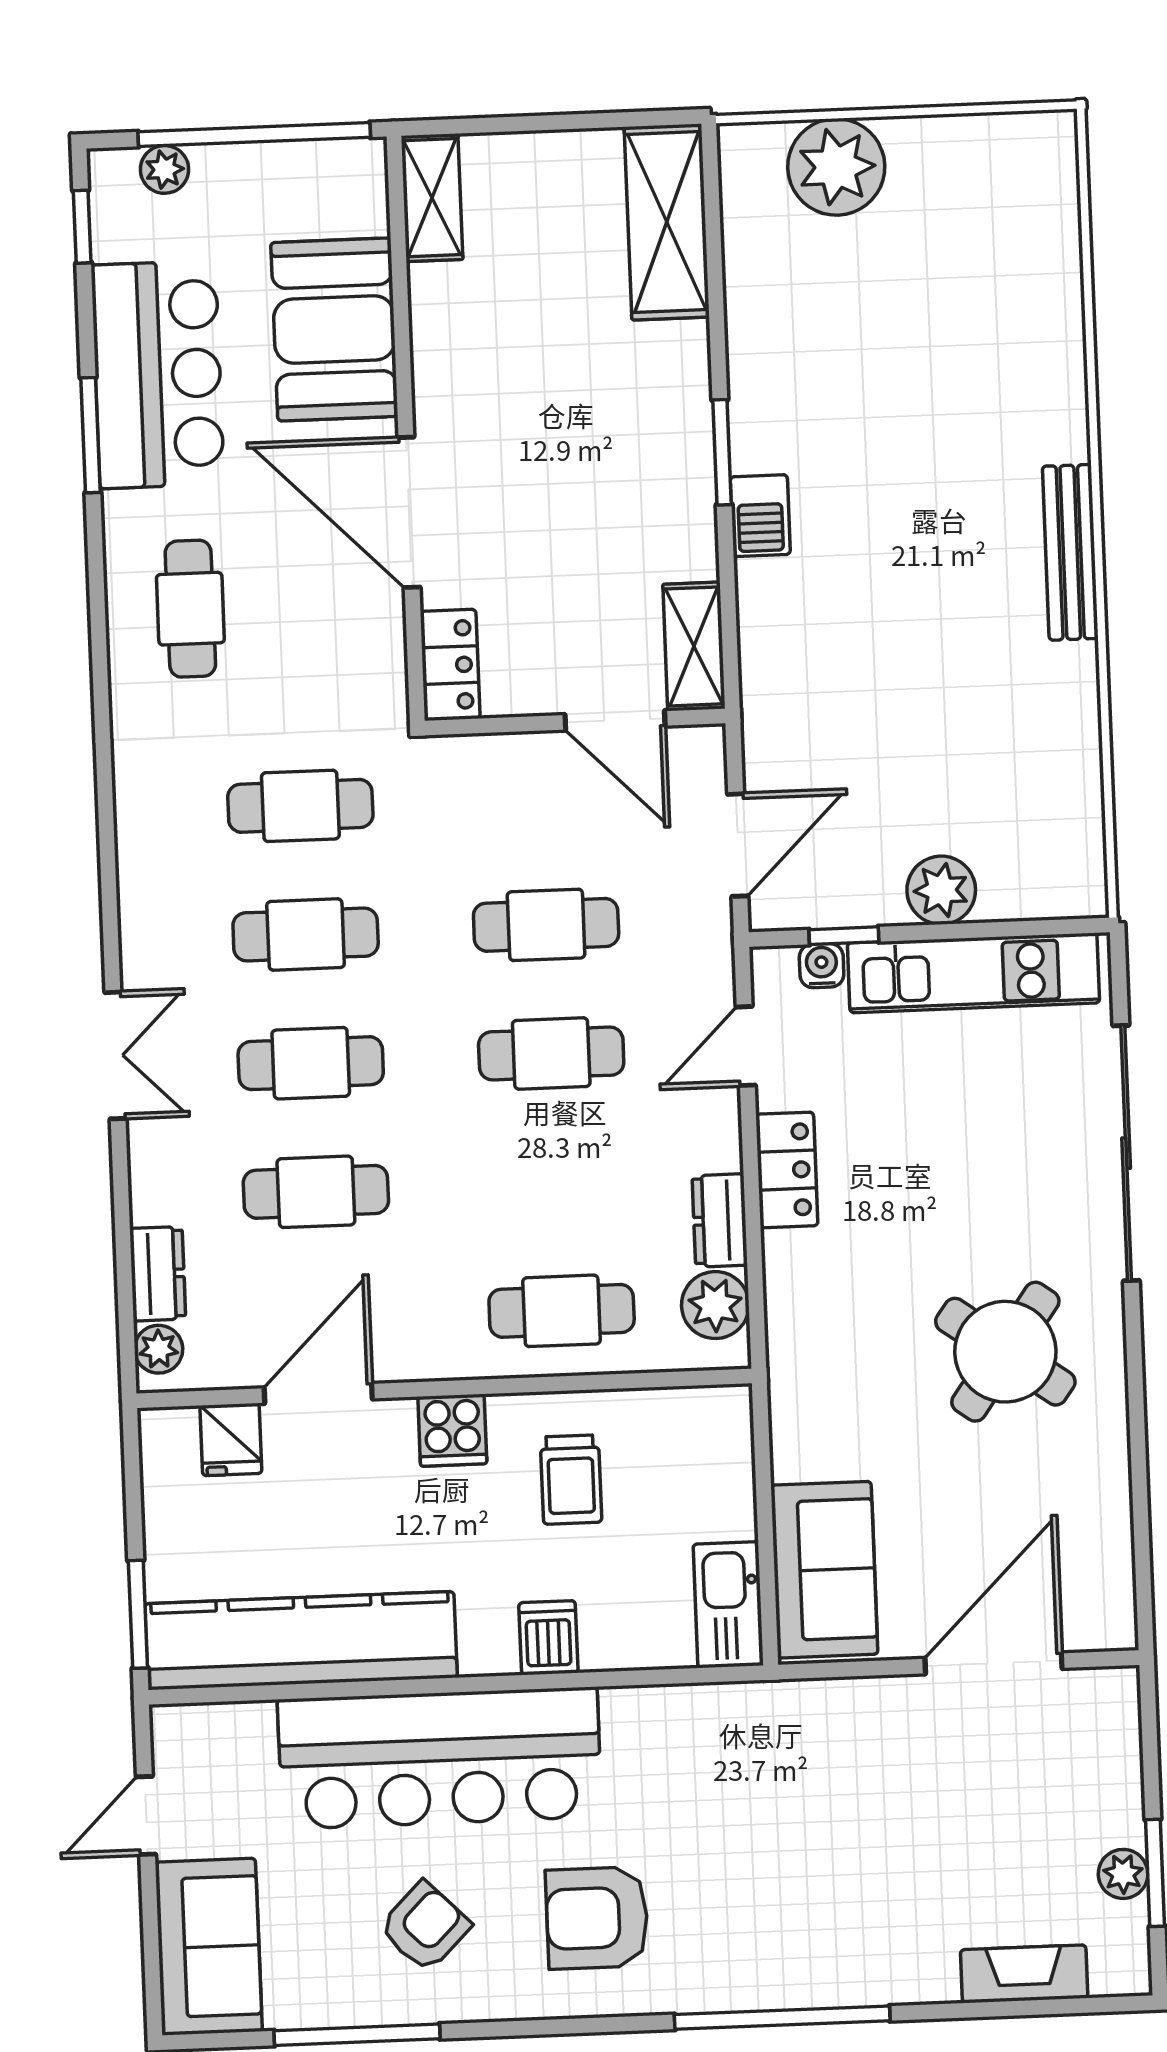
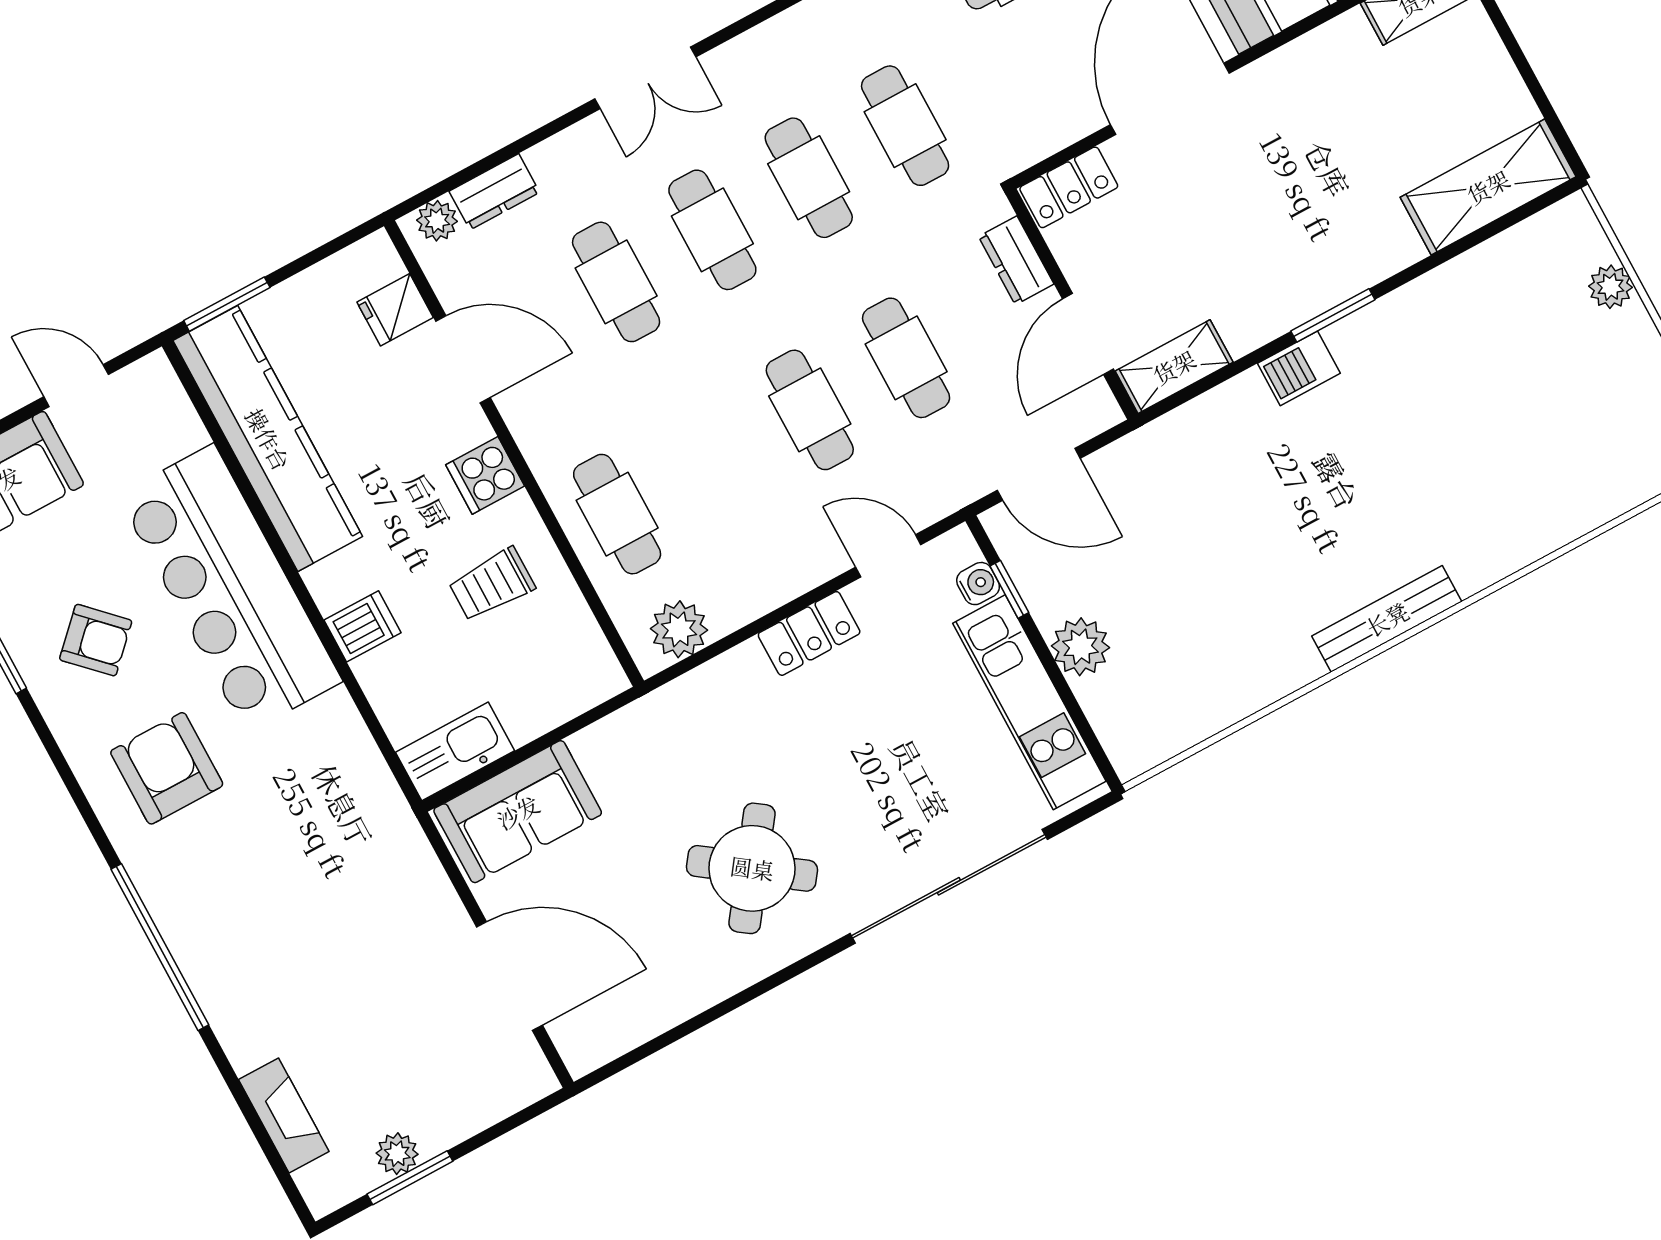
plant: (836, 167) -> (1610, 287), width x0.53, depth x0.53
dresser: (720, 1220) -> (1016, 260), moved, turned -90

